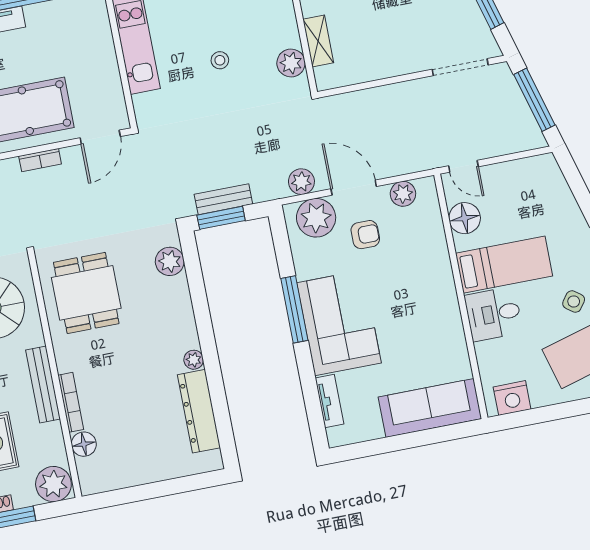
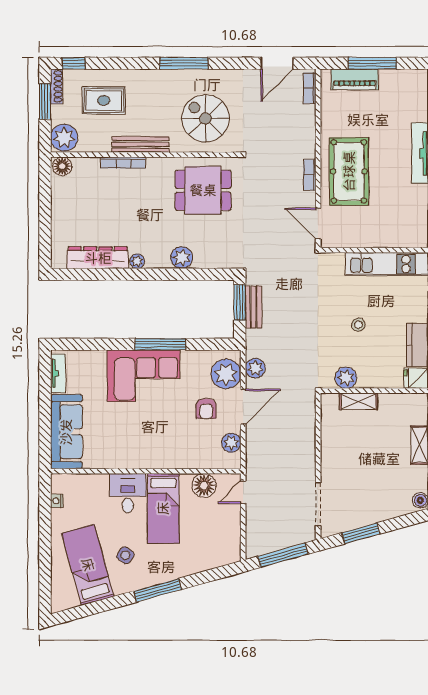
plant: (170, 261) -> (182, 258), moved
nightstand: (512, 398) -> (57, 501), width x0.53, depth x0.56
tv unit: (330, 401) -> (58, 373), moved, turned -90
floor lamp: (84, 444) -> (62, 166), moved

